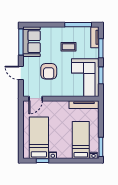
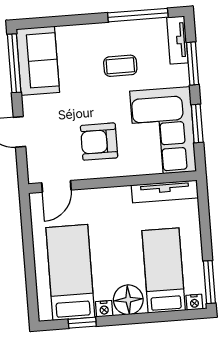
armchair: (49, 71) -> (99, 142), moved, turned 90
floor lamp: (64, 152) -> (128, 300), added

